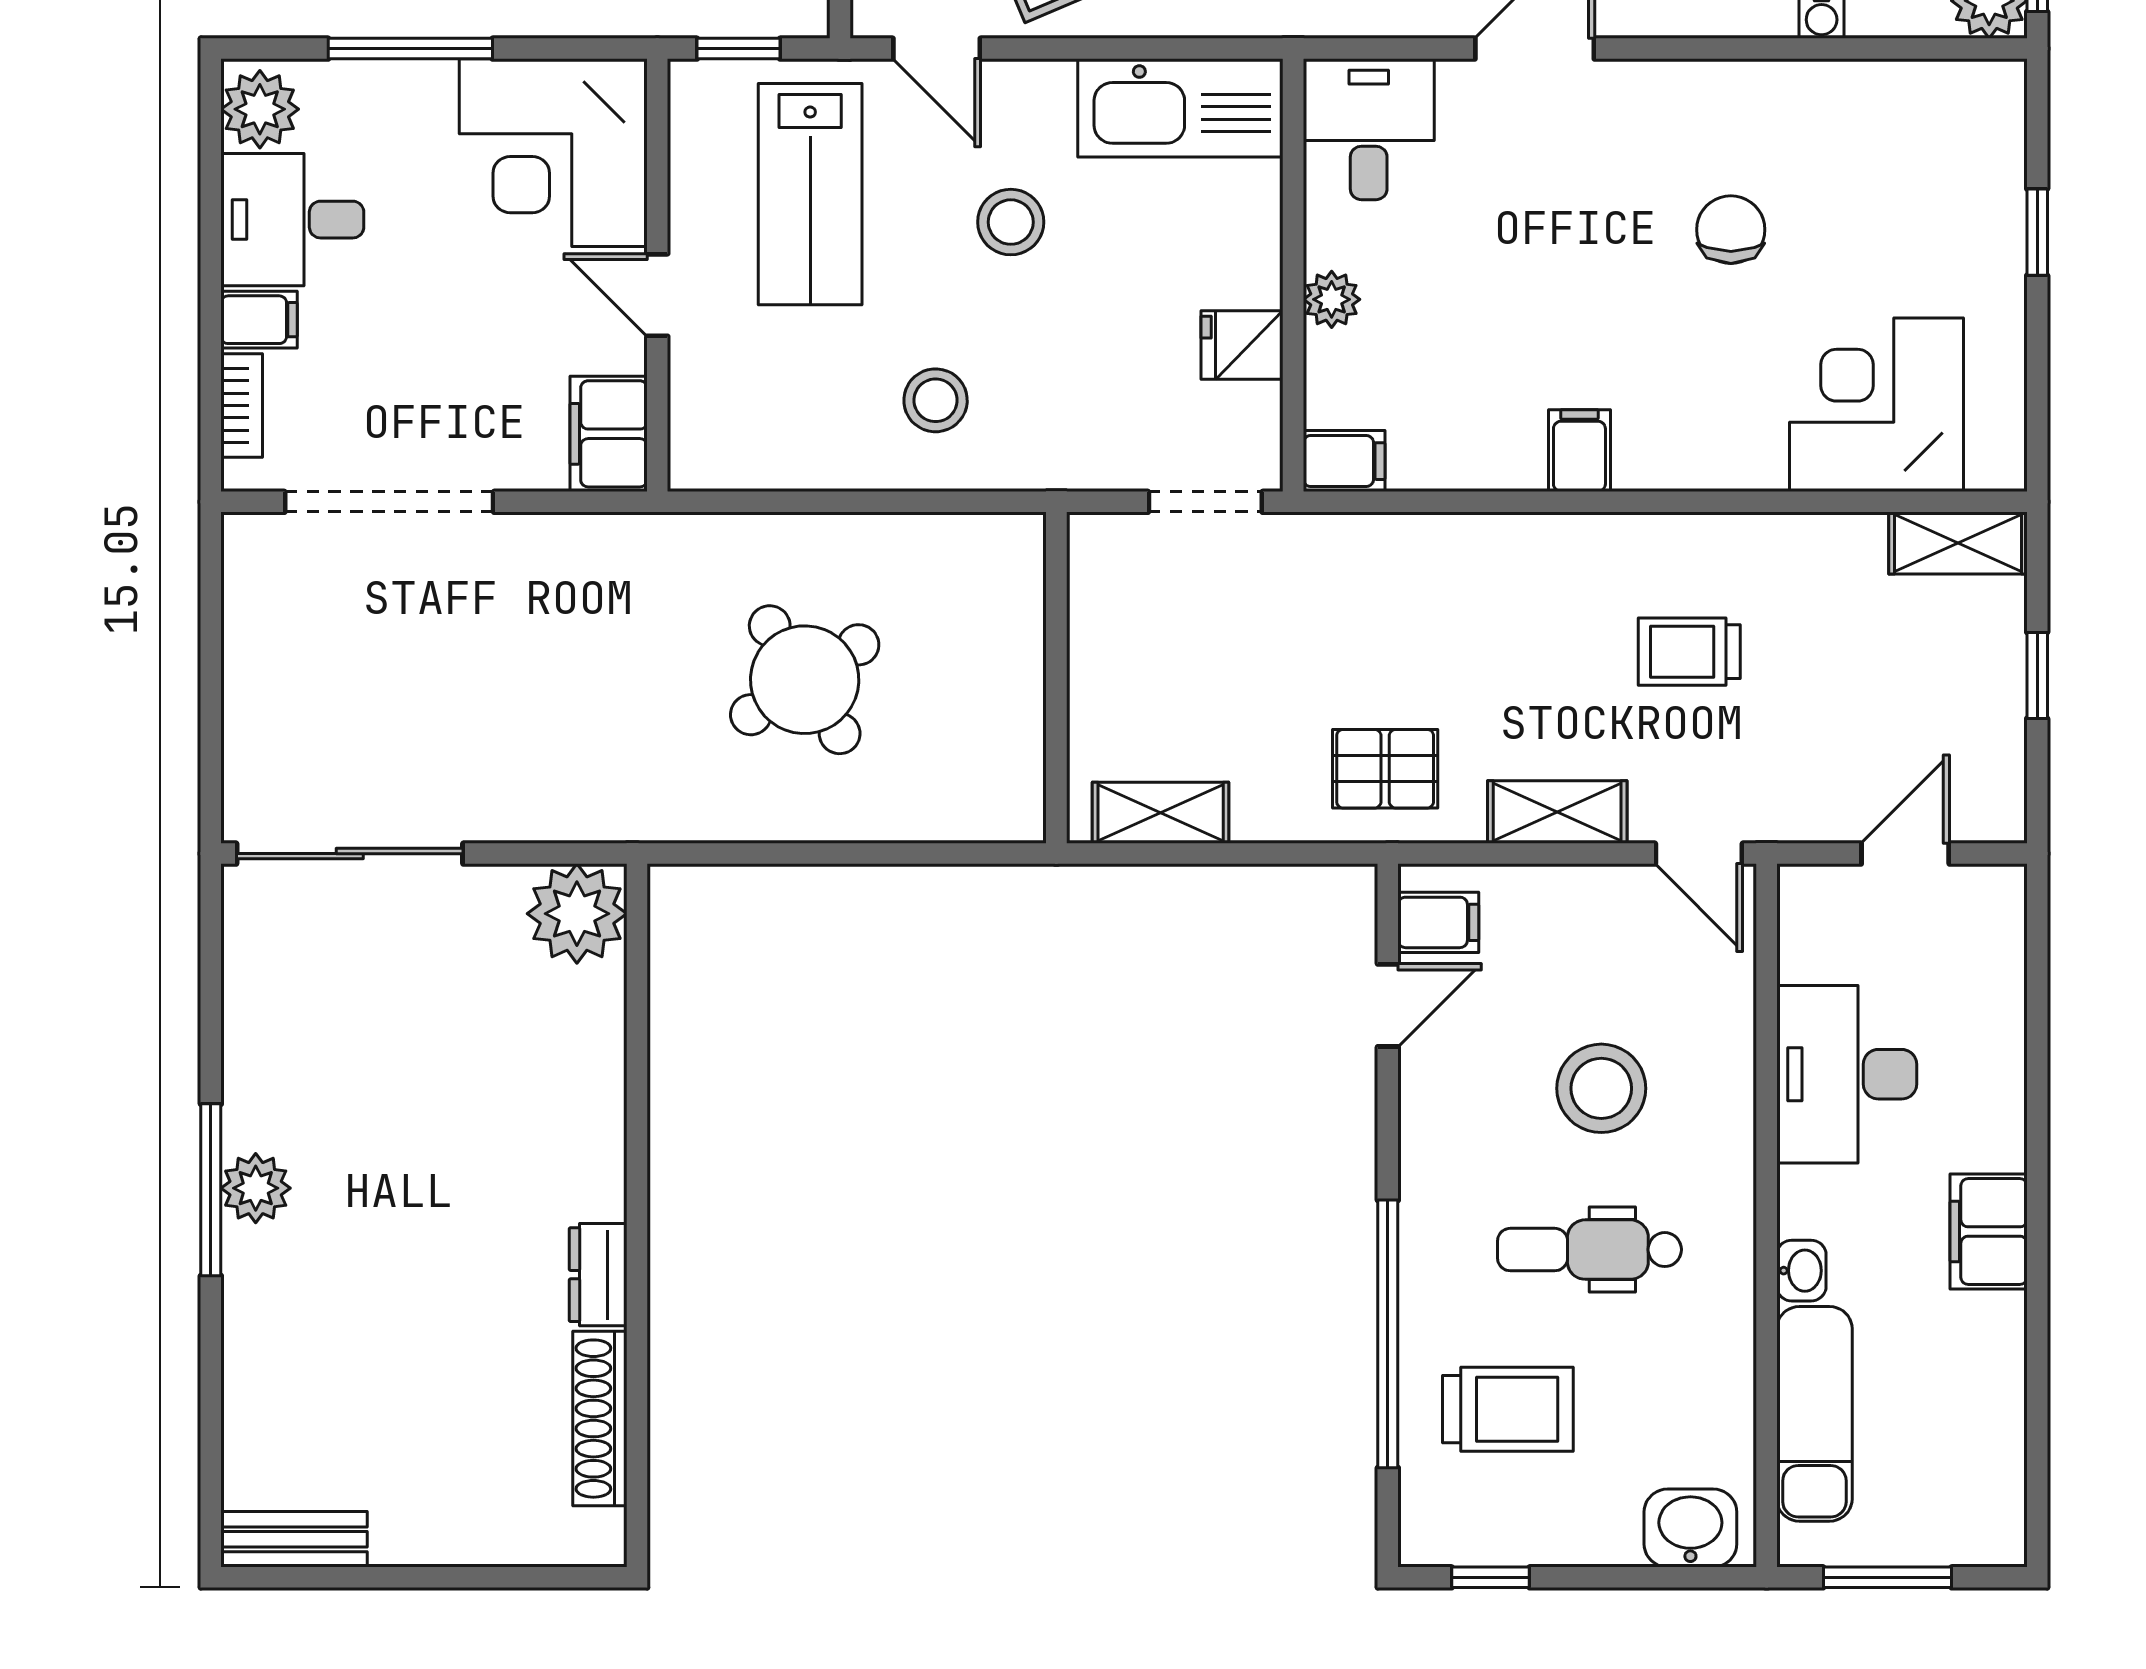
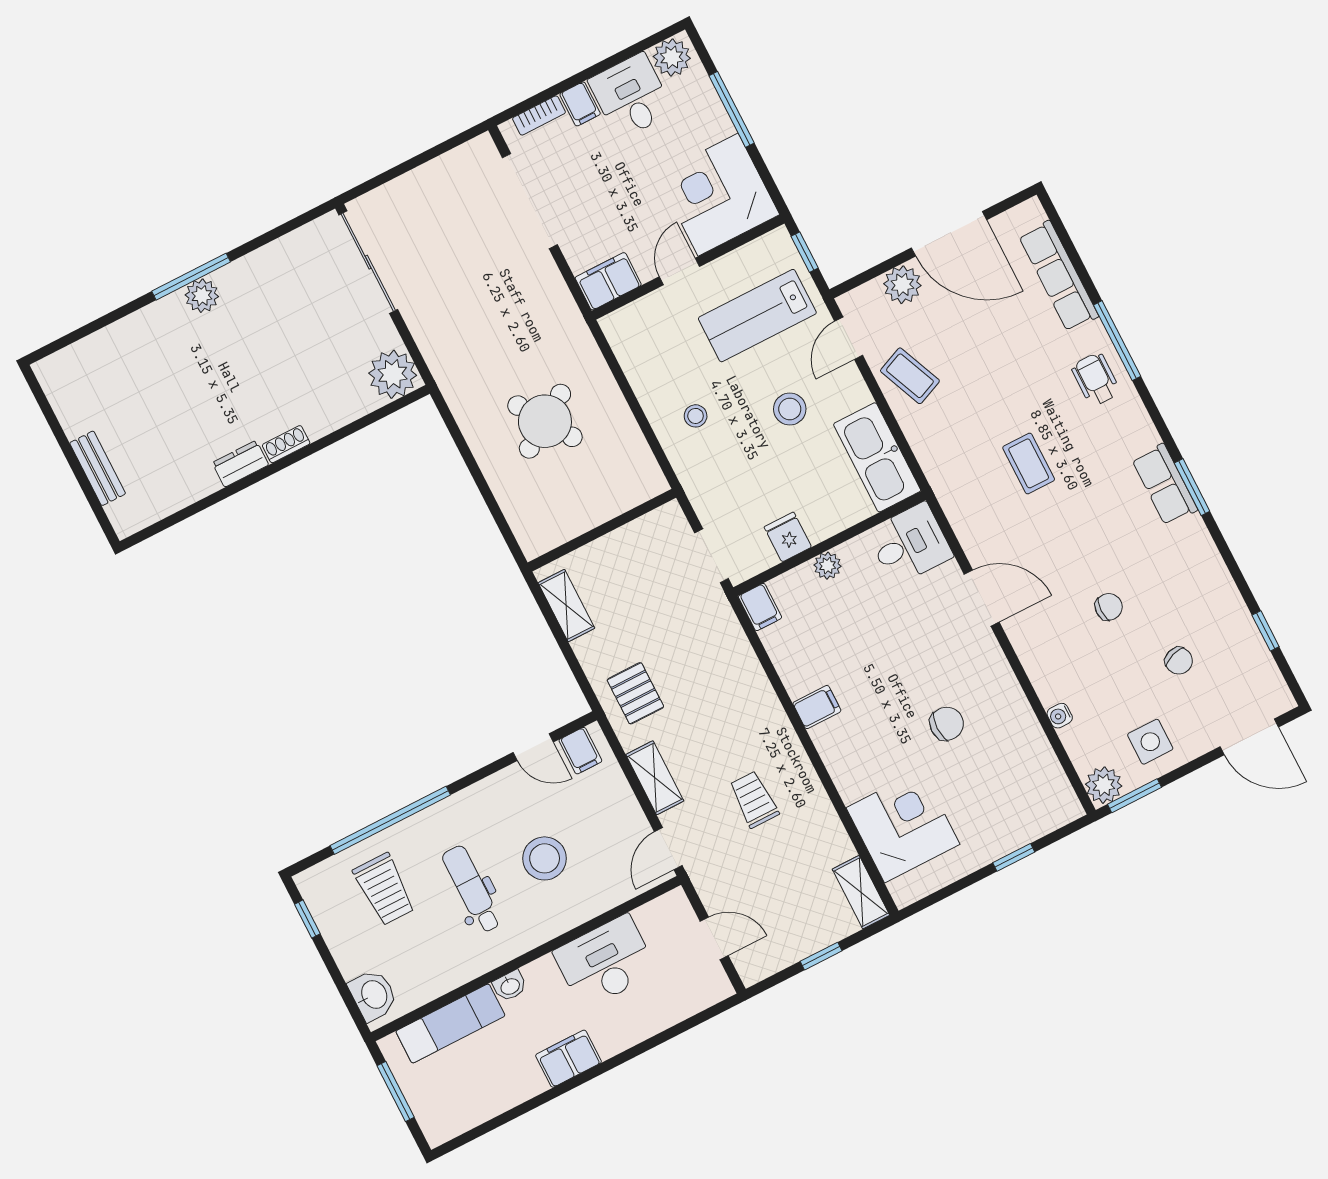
stool: (936, 400) -> (696, 416), width x0.73, depth x0.73
shoe rack: (600, 1419) -> (286, 444), moved, width x0.51, depth x0.81
bench: (294, 1539) -> (98, 468), moved

